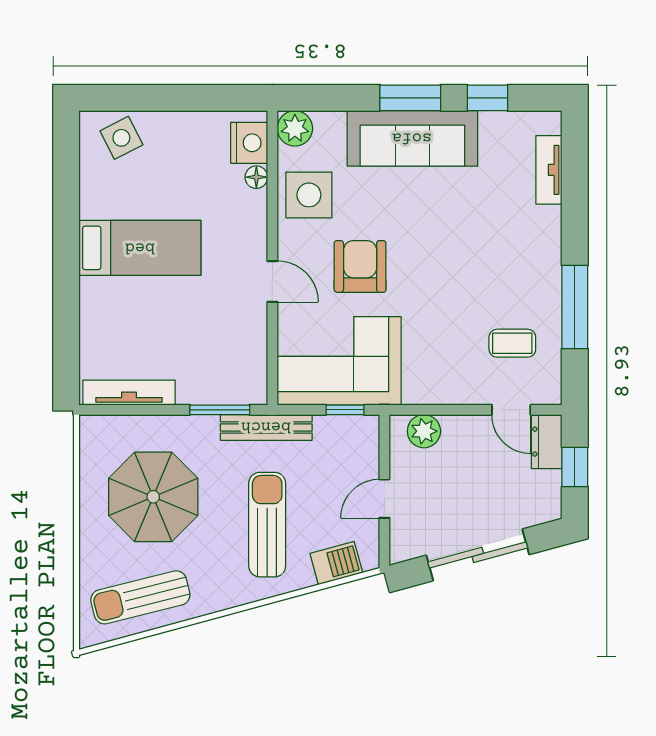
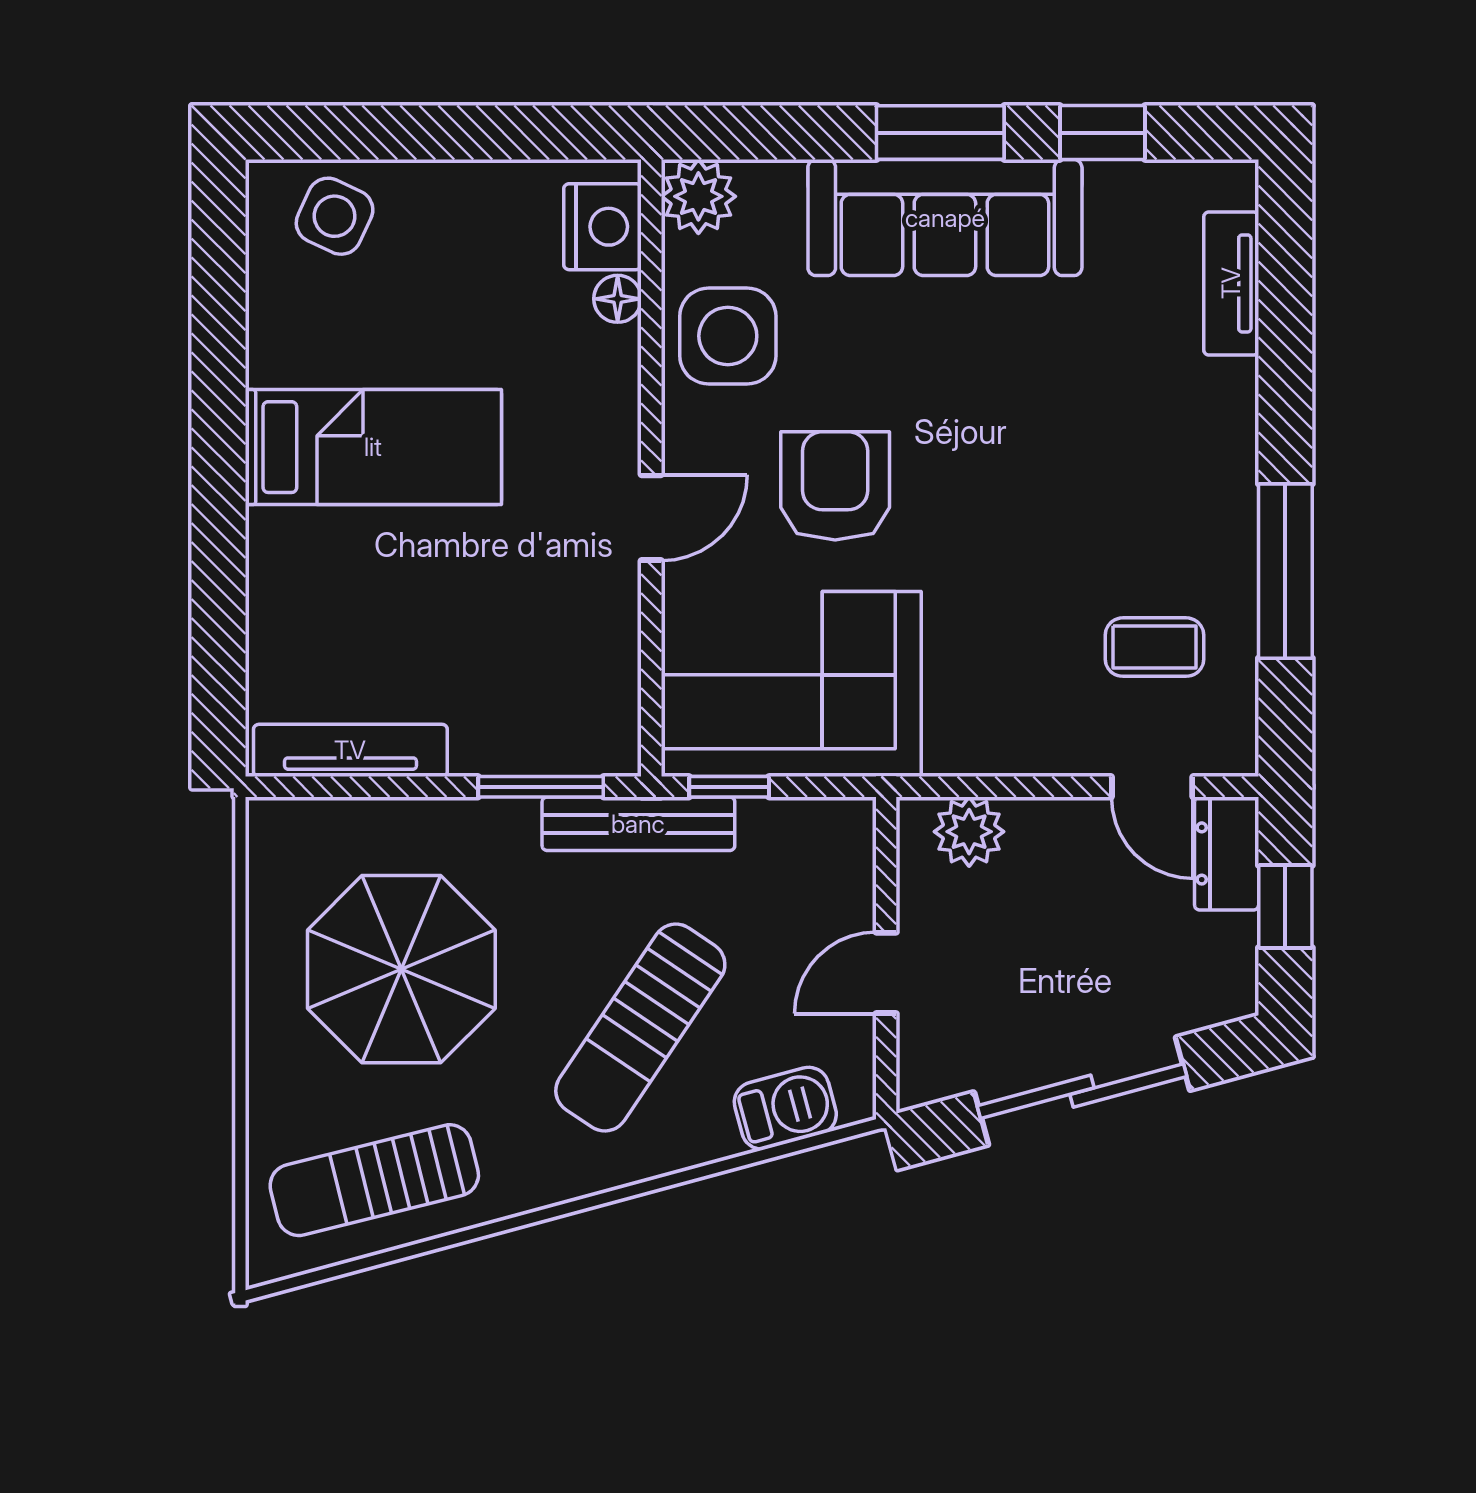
side table: (121, 138) -> (335, 216), turned -38
door: (272, 281) -> (651, 518), hinge flipped
window: (345, 410) -> (729, 787), moved
sun lounger: (267, 525) -> (640, 1028), turned -146

